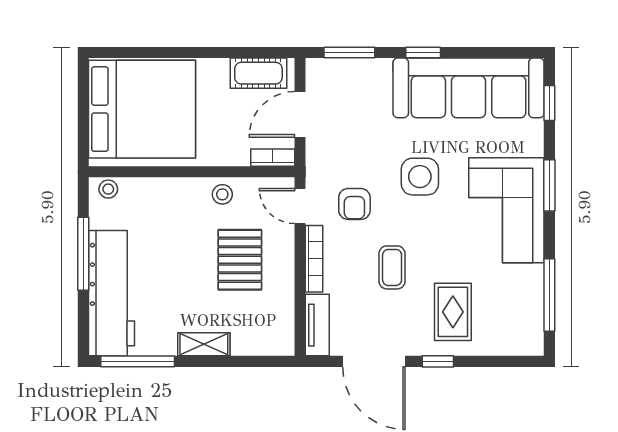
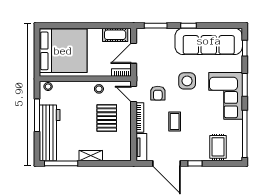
window: (549, 295) -> (245, 134), width x1.46
rug: (453, 312) -> (218, 147), moved

